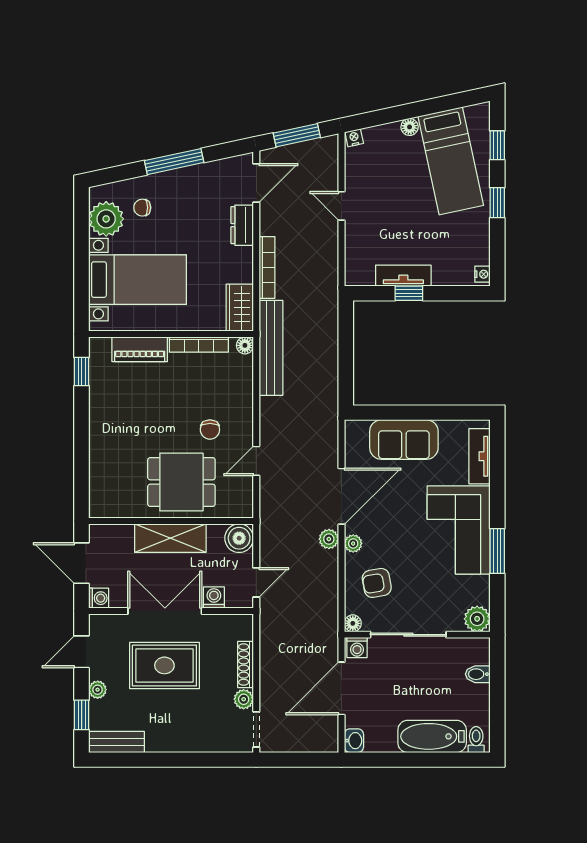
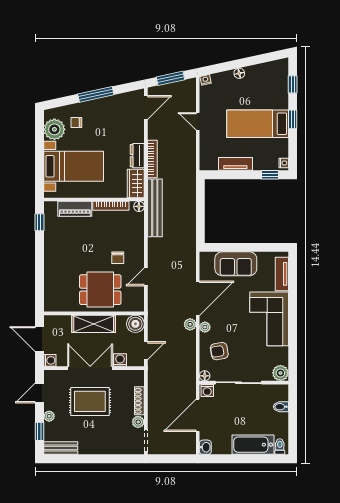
bed: (451, 161) -> (258, 124), moved, turned 102
dresser: (242, 225) -> (137, 156), moved
window: (409, 293) -> (270, 175), moved
window: (497, 551) -> (293, 332), removed

